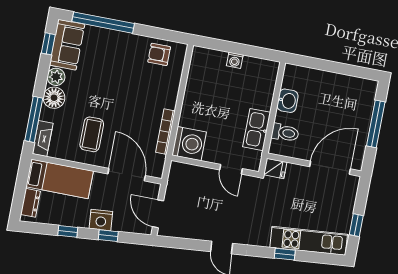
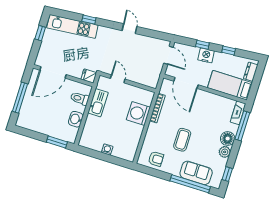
sofa: (67, 45) -> (196, 173), moved, turned 90
window: (312, 63) -> (57, 142), added
coffee table: (92, 134) -> (182, 140), moved
washing machine: (189, 144) -> (138, 113), moved

